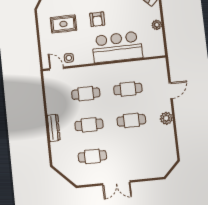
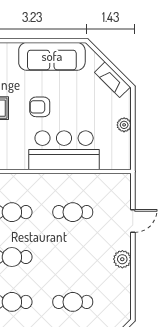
armchair: (97, 19) -> (40, 107), turned 90
cafe table: (131, 120) -> (73, 302), moved

